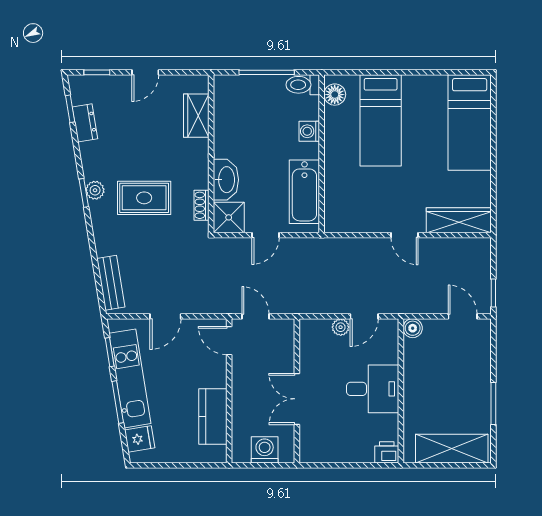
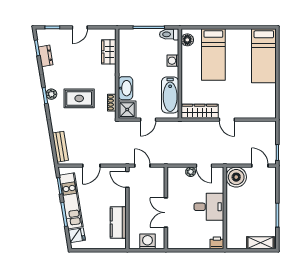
wardrobe: (459, 220) -> (200, 111), moved
door: (364, 316) -> (204, 166), hinge flipped
boiler: (413, 328) -> (236, 177), width x1.86, depth x1.86
shelving: (452, 449) -> (261, 243), width x0.67, depth x0.75

